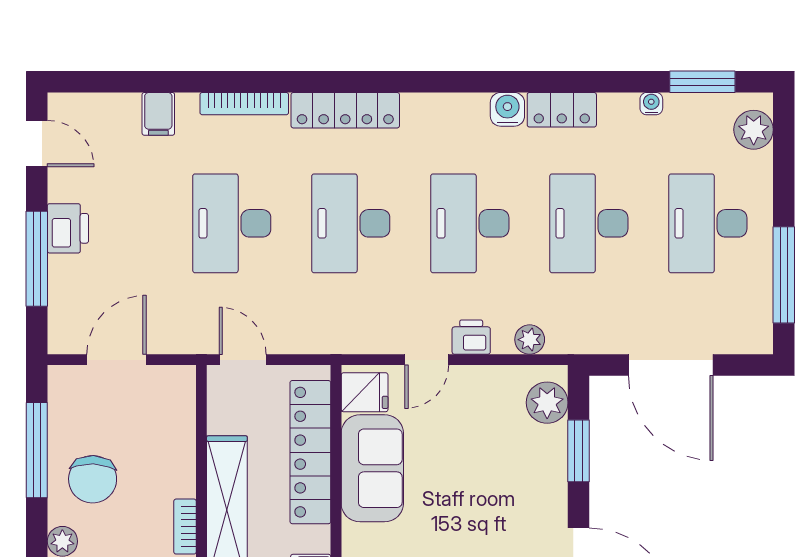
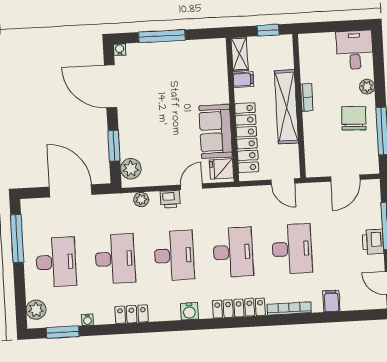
water cooler: (507, 109) -> (189, 311), moved

